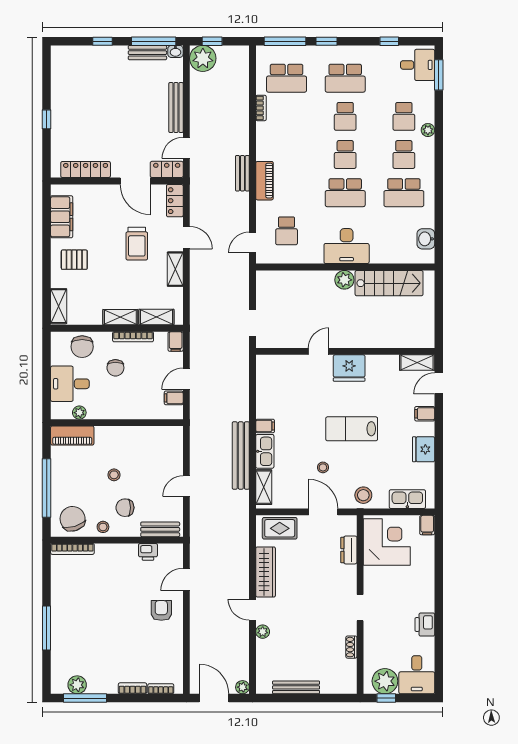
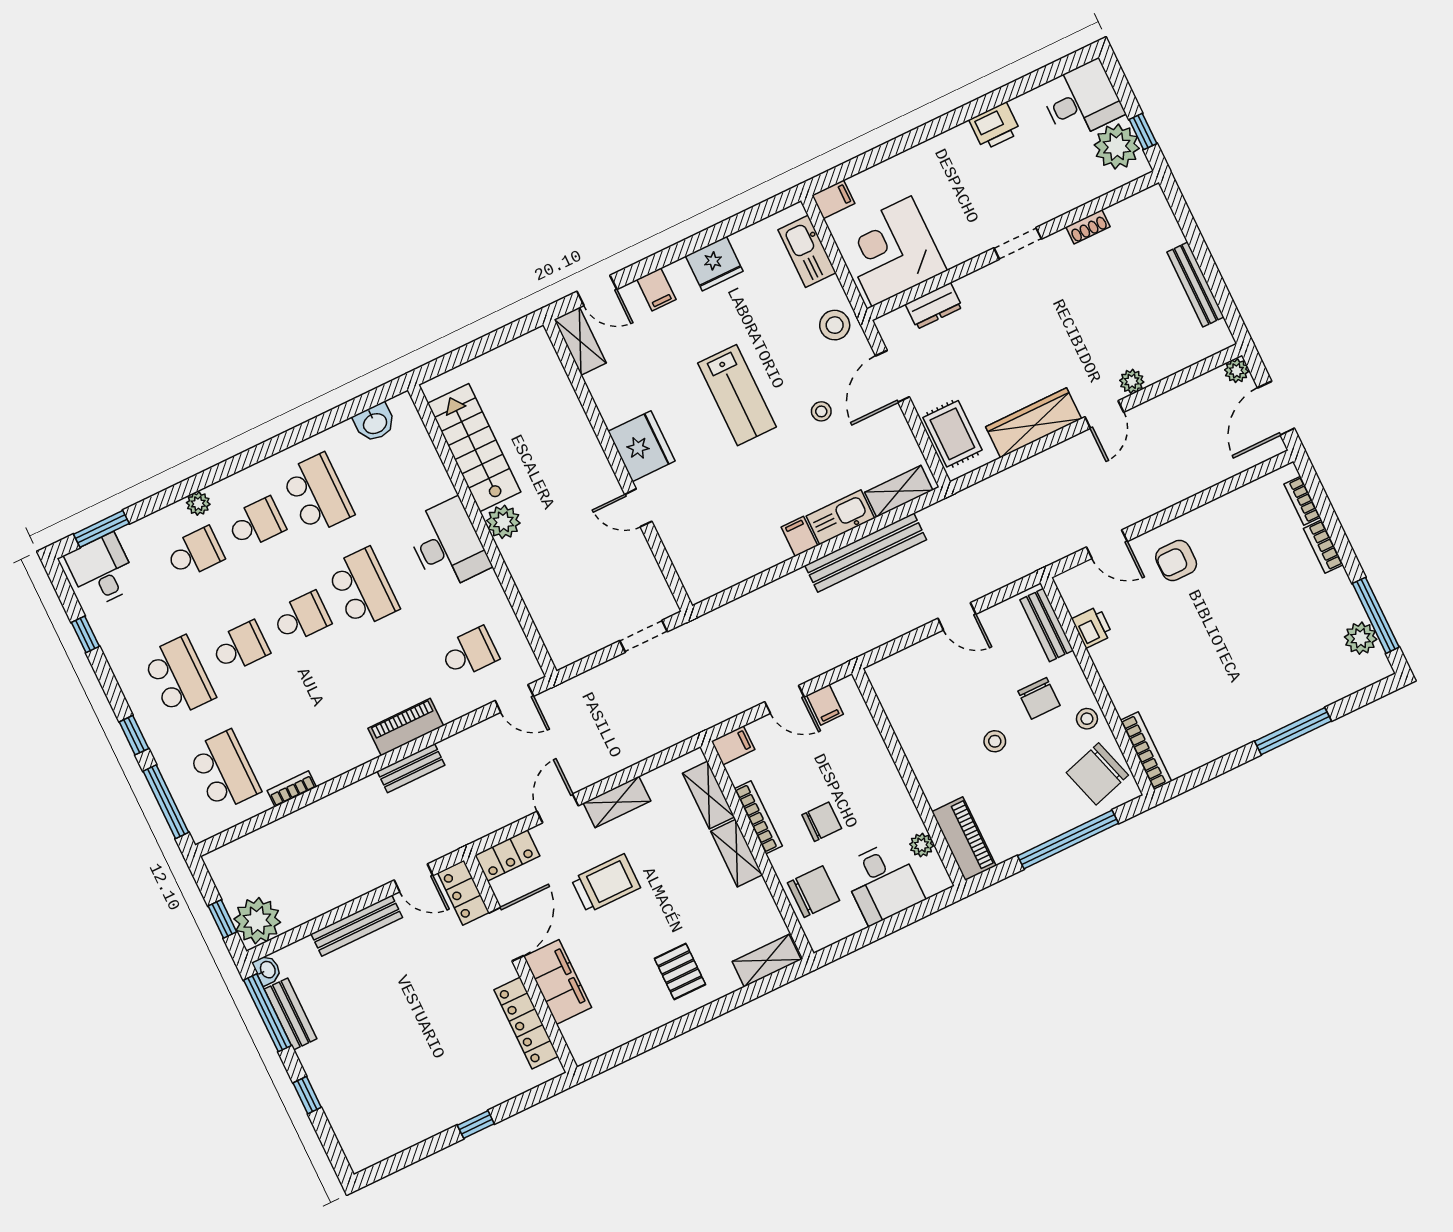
filing cabinet: (62, 217) -> (558, 982), moved, turned 90

